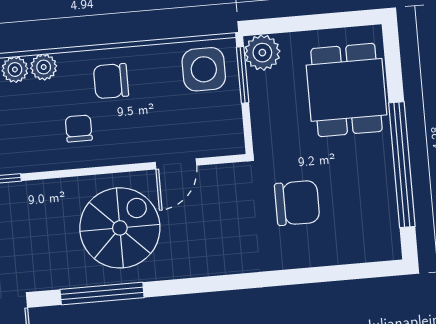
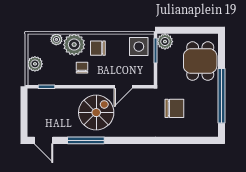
plant: (44, 67) -> (74, 45), width x1.88, depth x1.88

